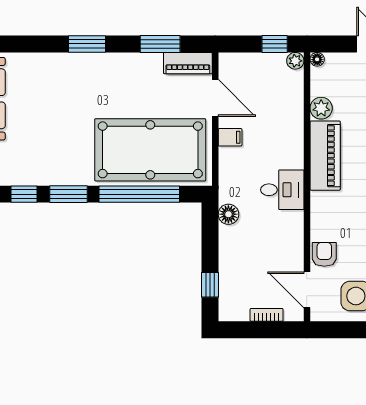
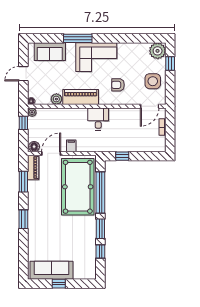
floor lamp: (228, 214) -> (34, 147), moved
armchair: (324, 254) -> (118, 85), moved
window: (210, 285) -> (122, 156), moved

